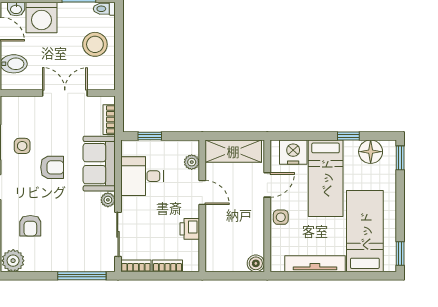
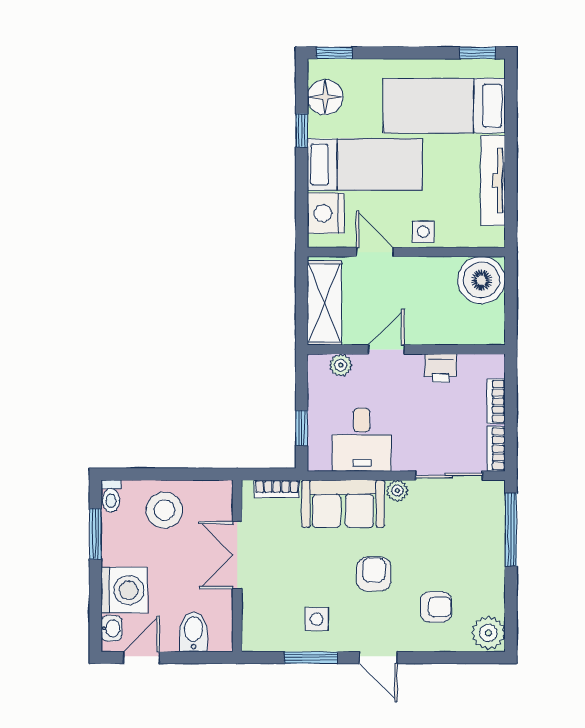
armchair: (52, 167) -> (374, 574), moved
boiler: (256, 263) -> (481, 280), width x1.86, depth x1.86

